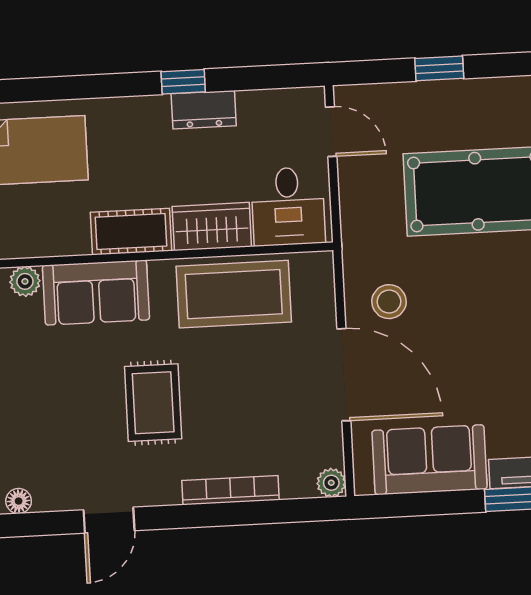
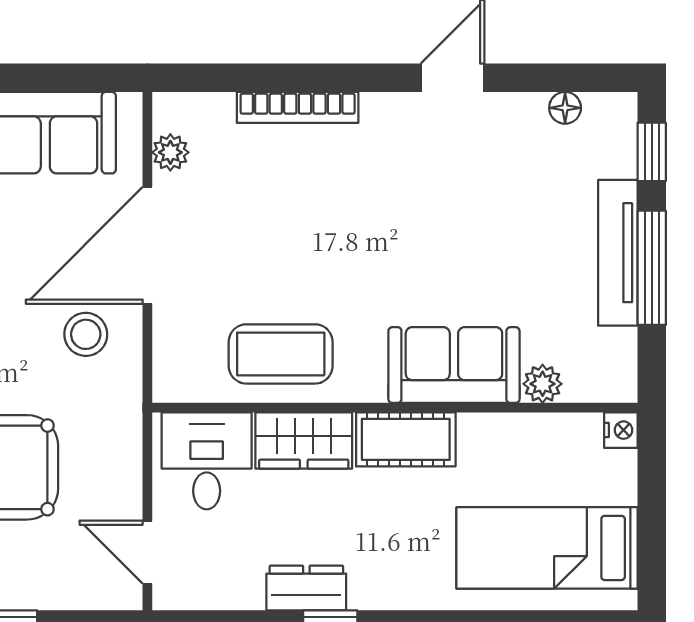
coffee table: (234, 294) -> (281, 354), width x0.73, depth x0.76
door: (344, 375) -> (147, 245), hinge flipped
rug: (153, 403) -> (389, 223), removed
plant: (331, 483) -> (170, 152), moved

